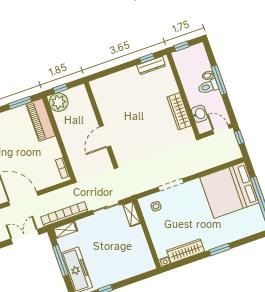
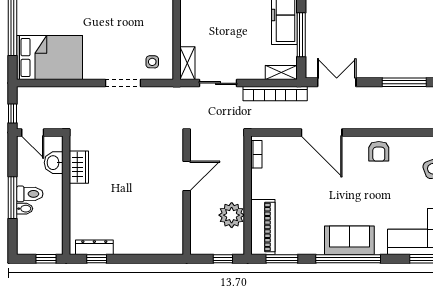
plant: (59, 102) -> (232, 215), moved
wardrobe: (179, 111) -> (79, 167), width x0.67
bed: (229, 190) -> (49, 58), width x0.73
double door: (25, 237) -> (337, 82), swing flipped

